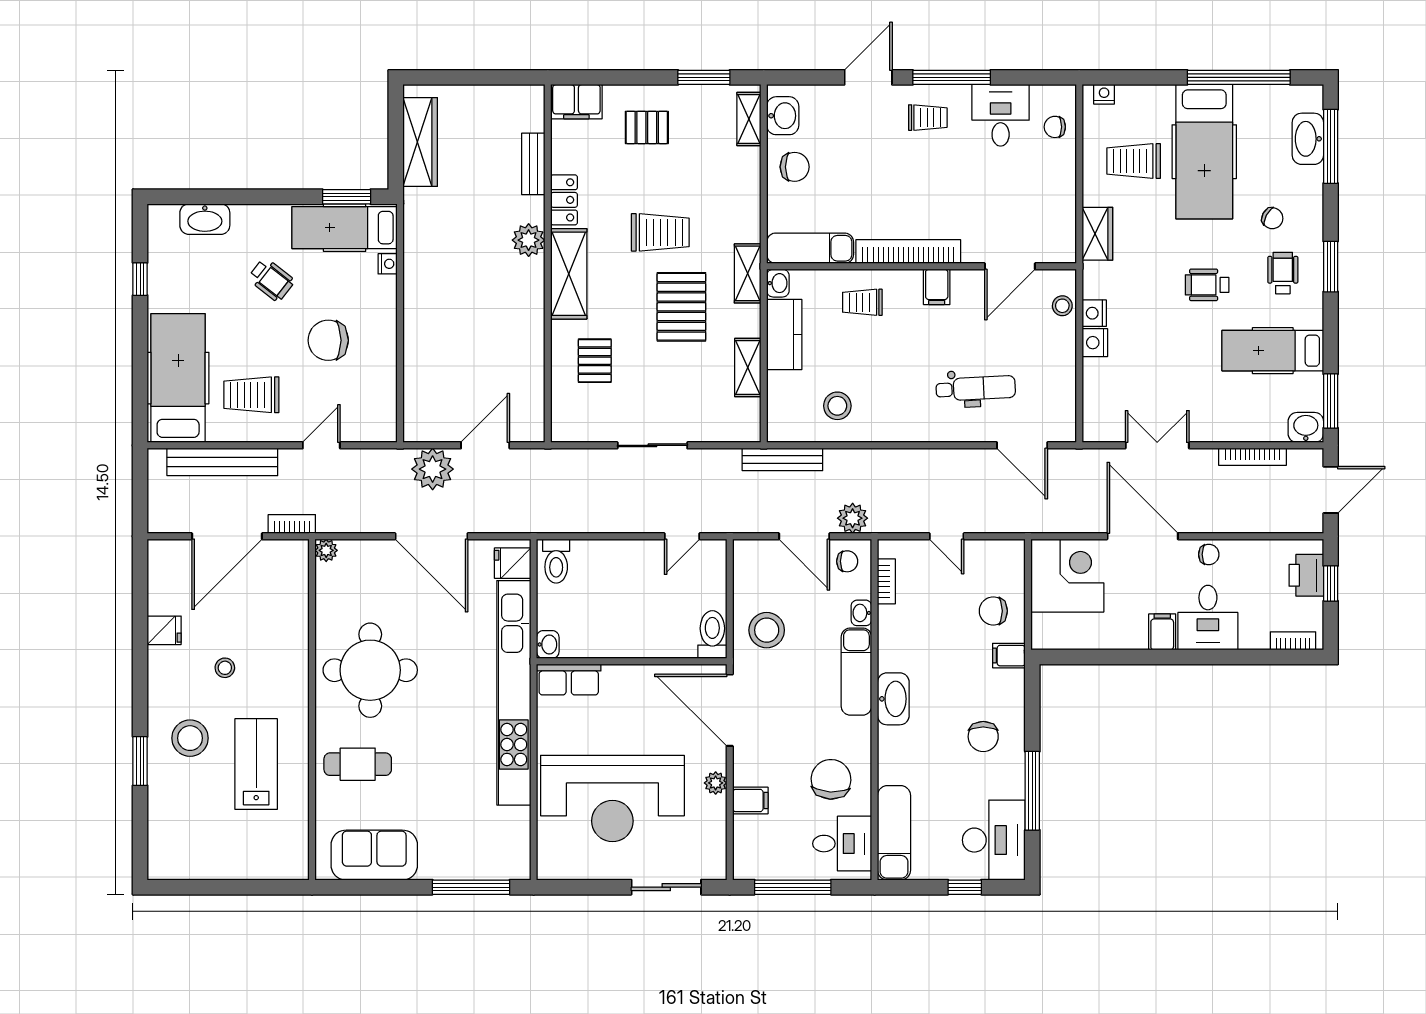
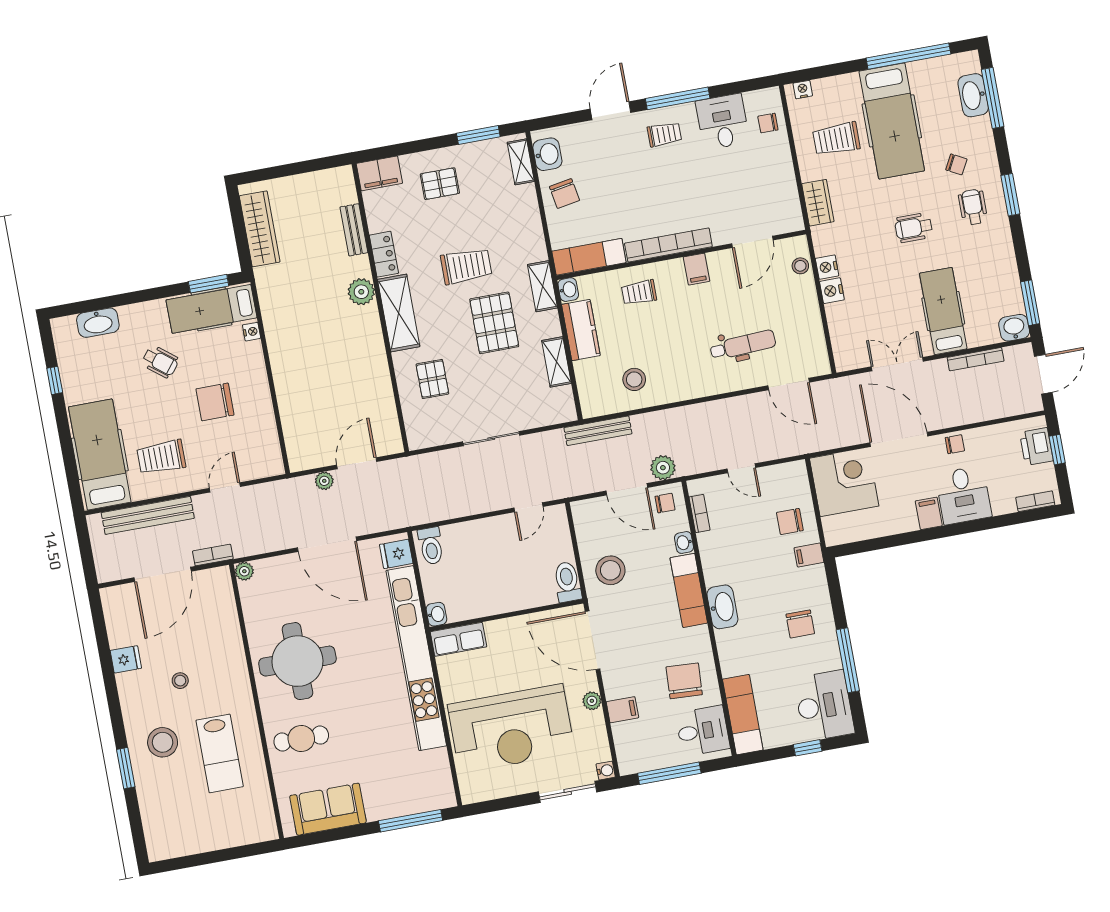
chair: (795, 167) -> (564, 194), turned 80
hospital bed: (1273, 351) -> (943, 311), moved, turned 90
plant: (433, 469) -> (324, 481), width x0.53, depth x0.53
lab bench: (256, 764) -> (220, 753), turned 180
water cooler: (717, 870) -> (606, 771), added

